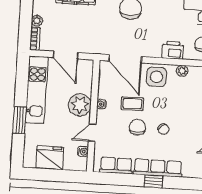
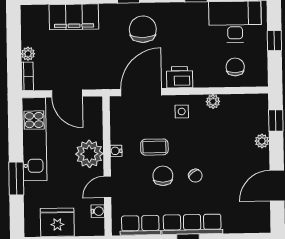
printer: (173, 50) -> (180, 77), moved
door: (125, 59) -> (141, 92), swing flipped
side table: (156, 77) -> (182, 111), width x0.54, depth x0.54

